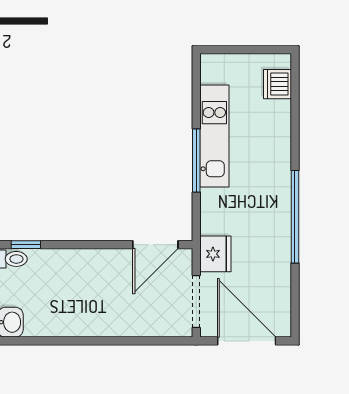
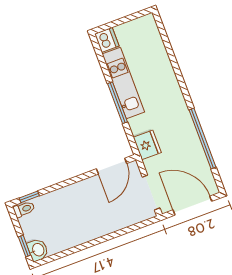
dishwasher: (277, 84) -> (107, 40), moved, turned 180
window: (295, 217) -> (202, 138), moved
fridge: (215, 254) -> (147, 145), moved

